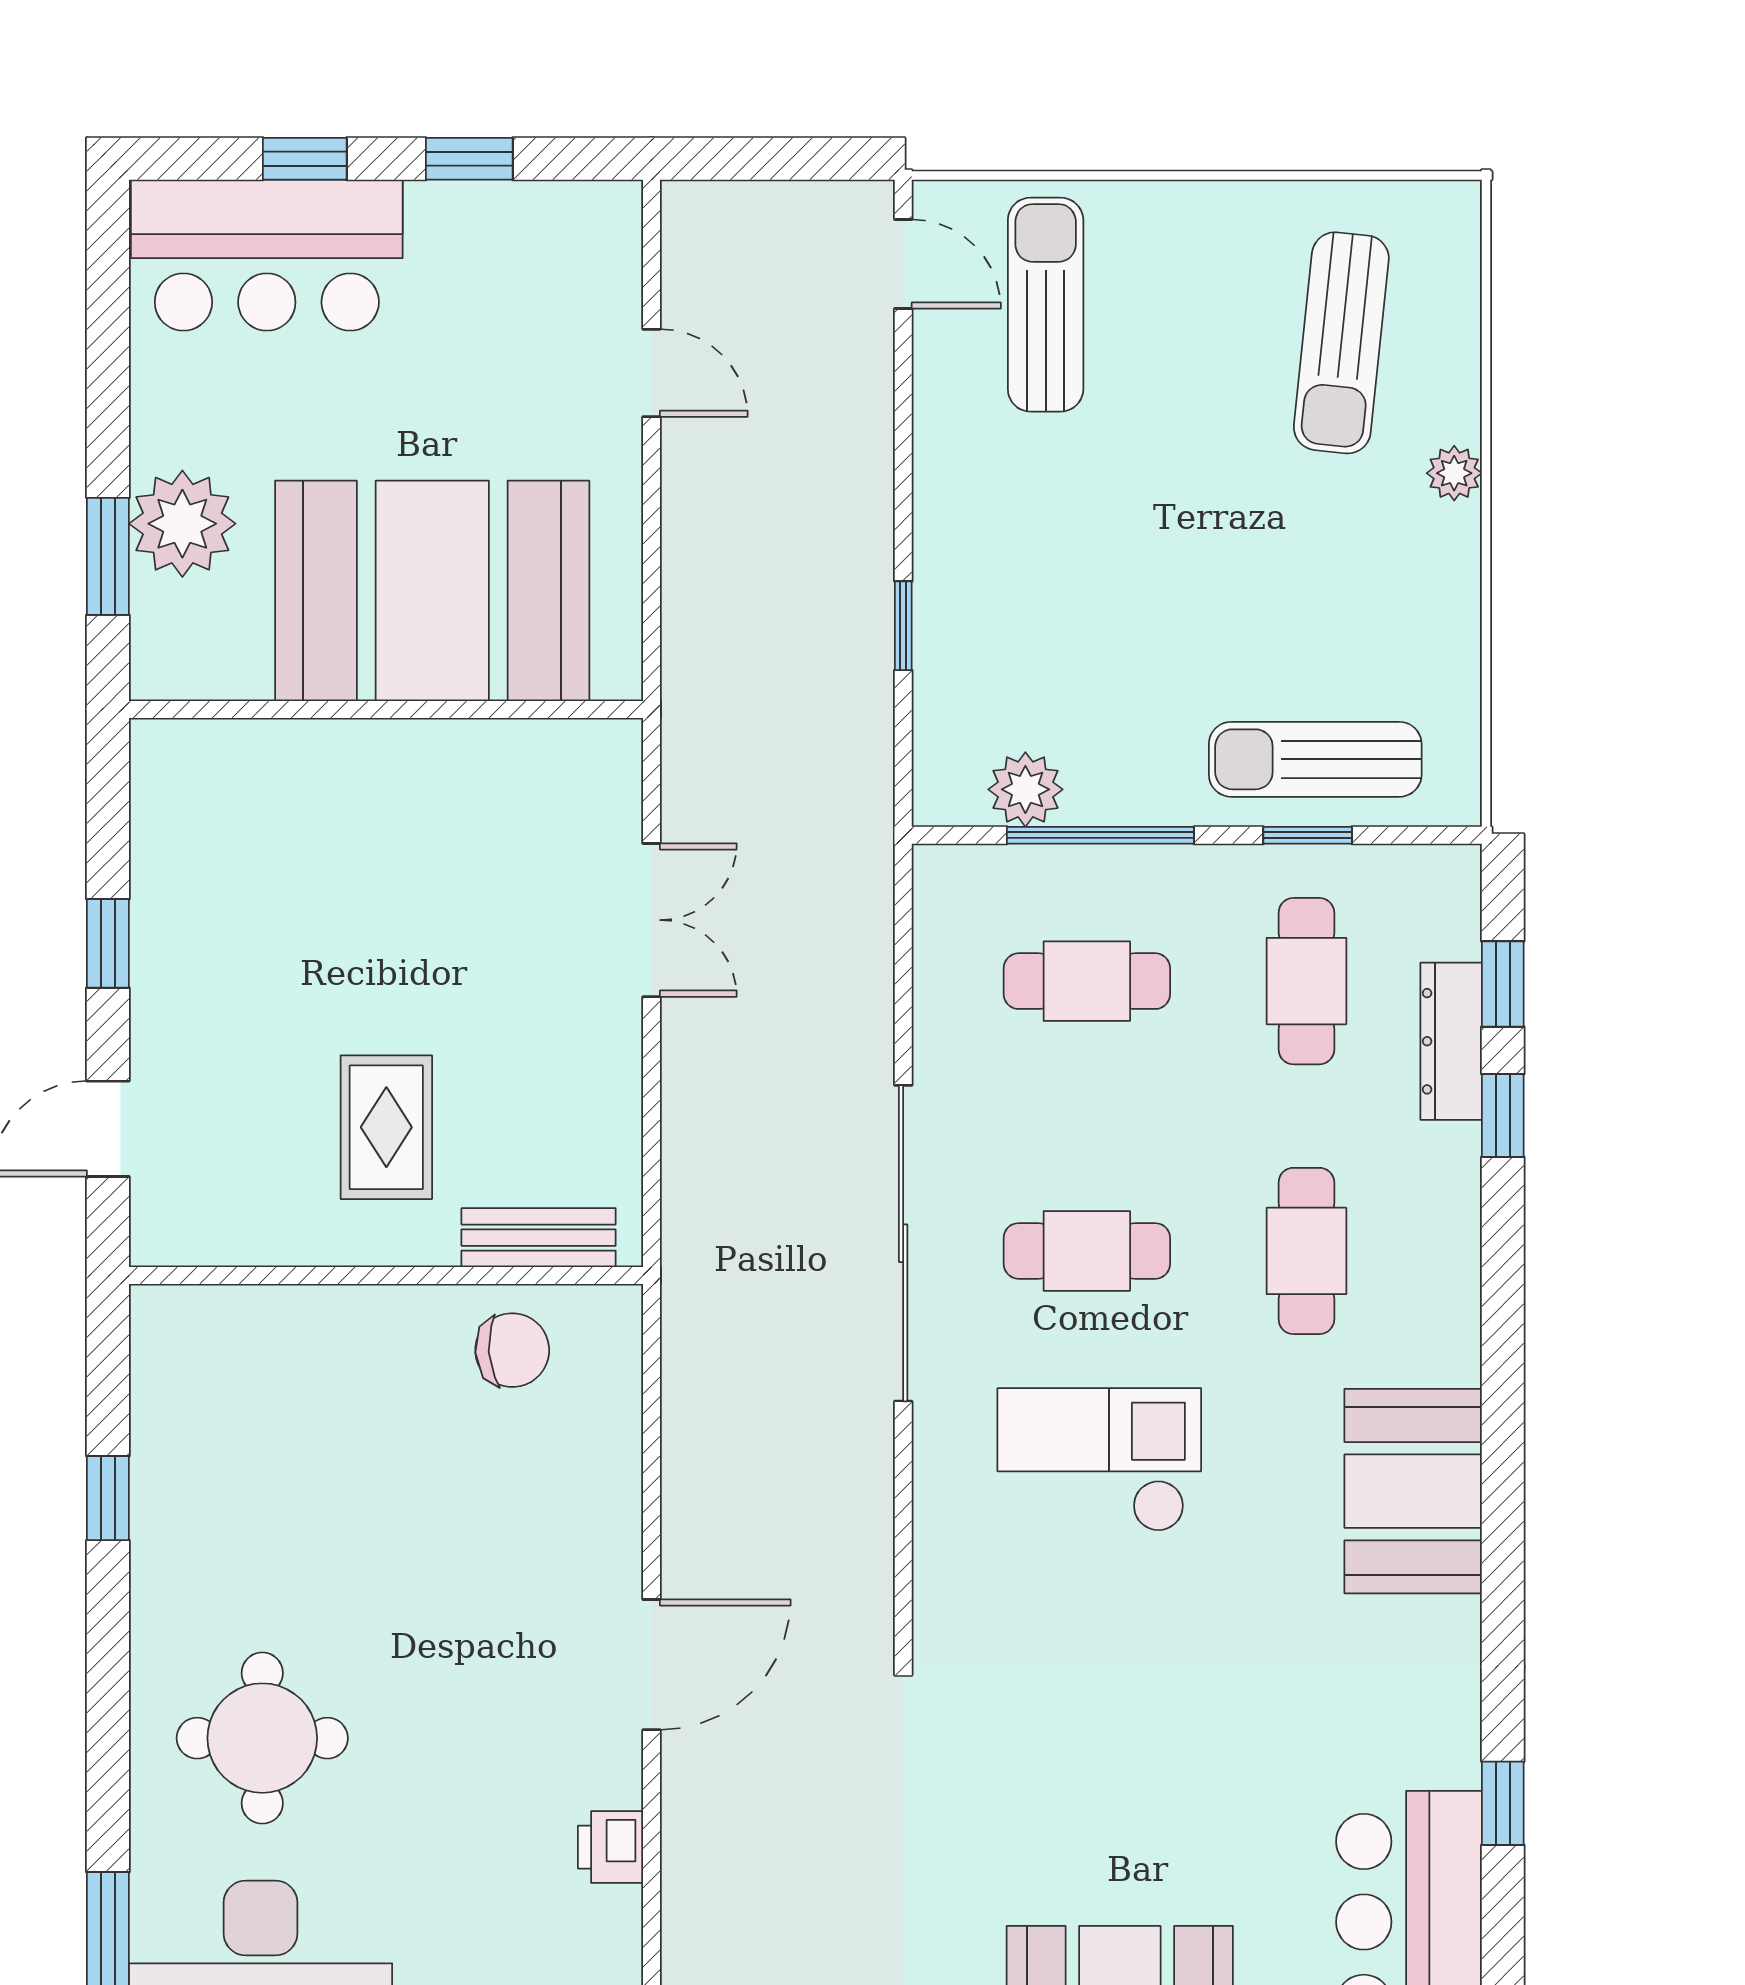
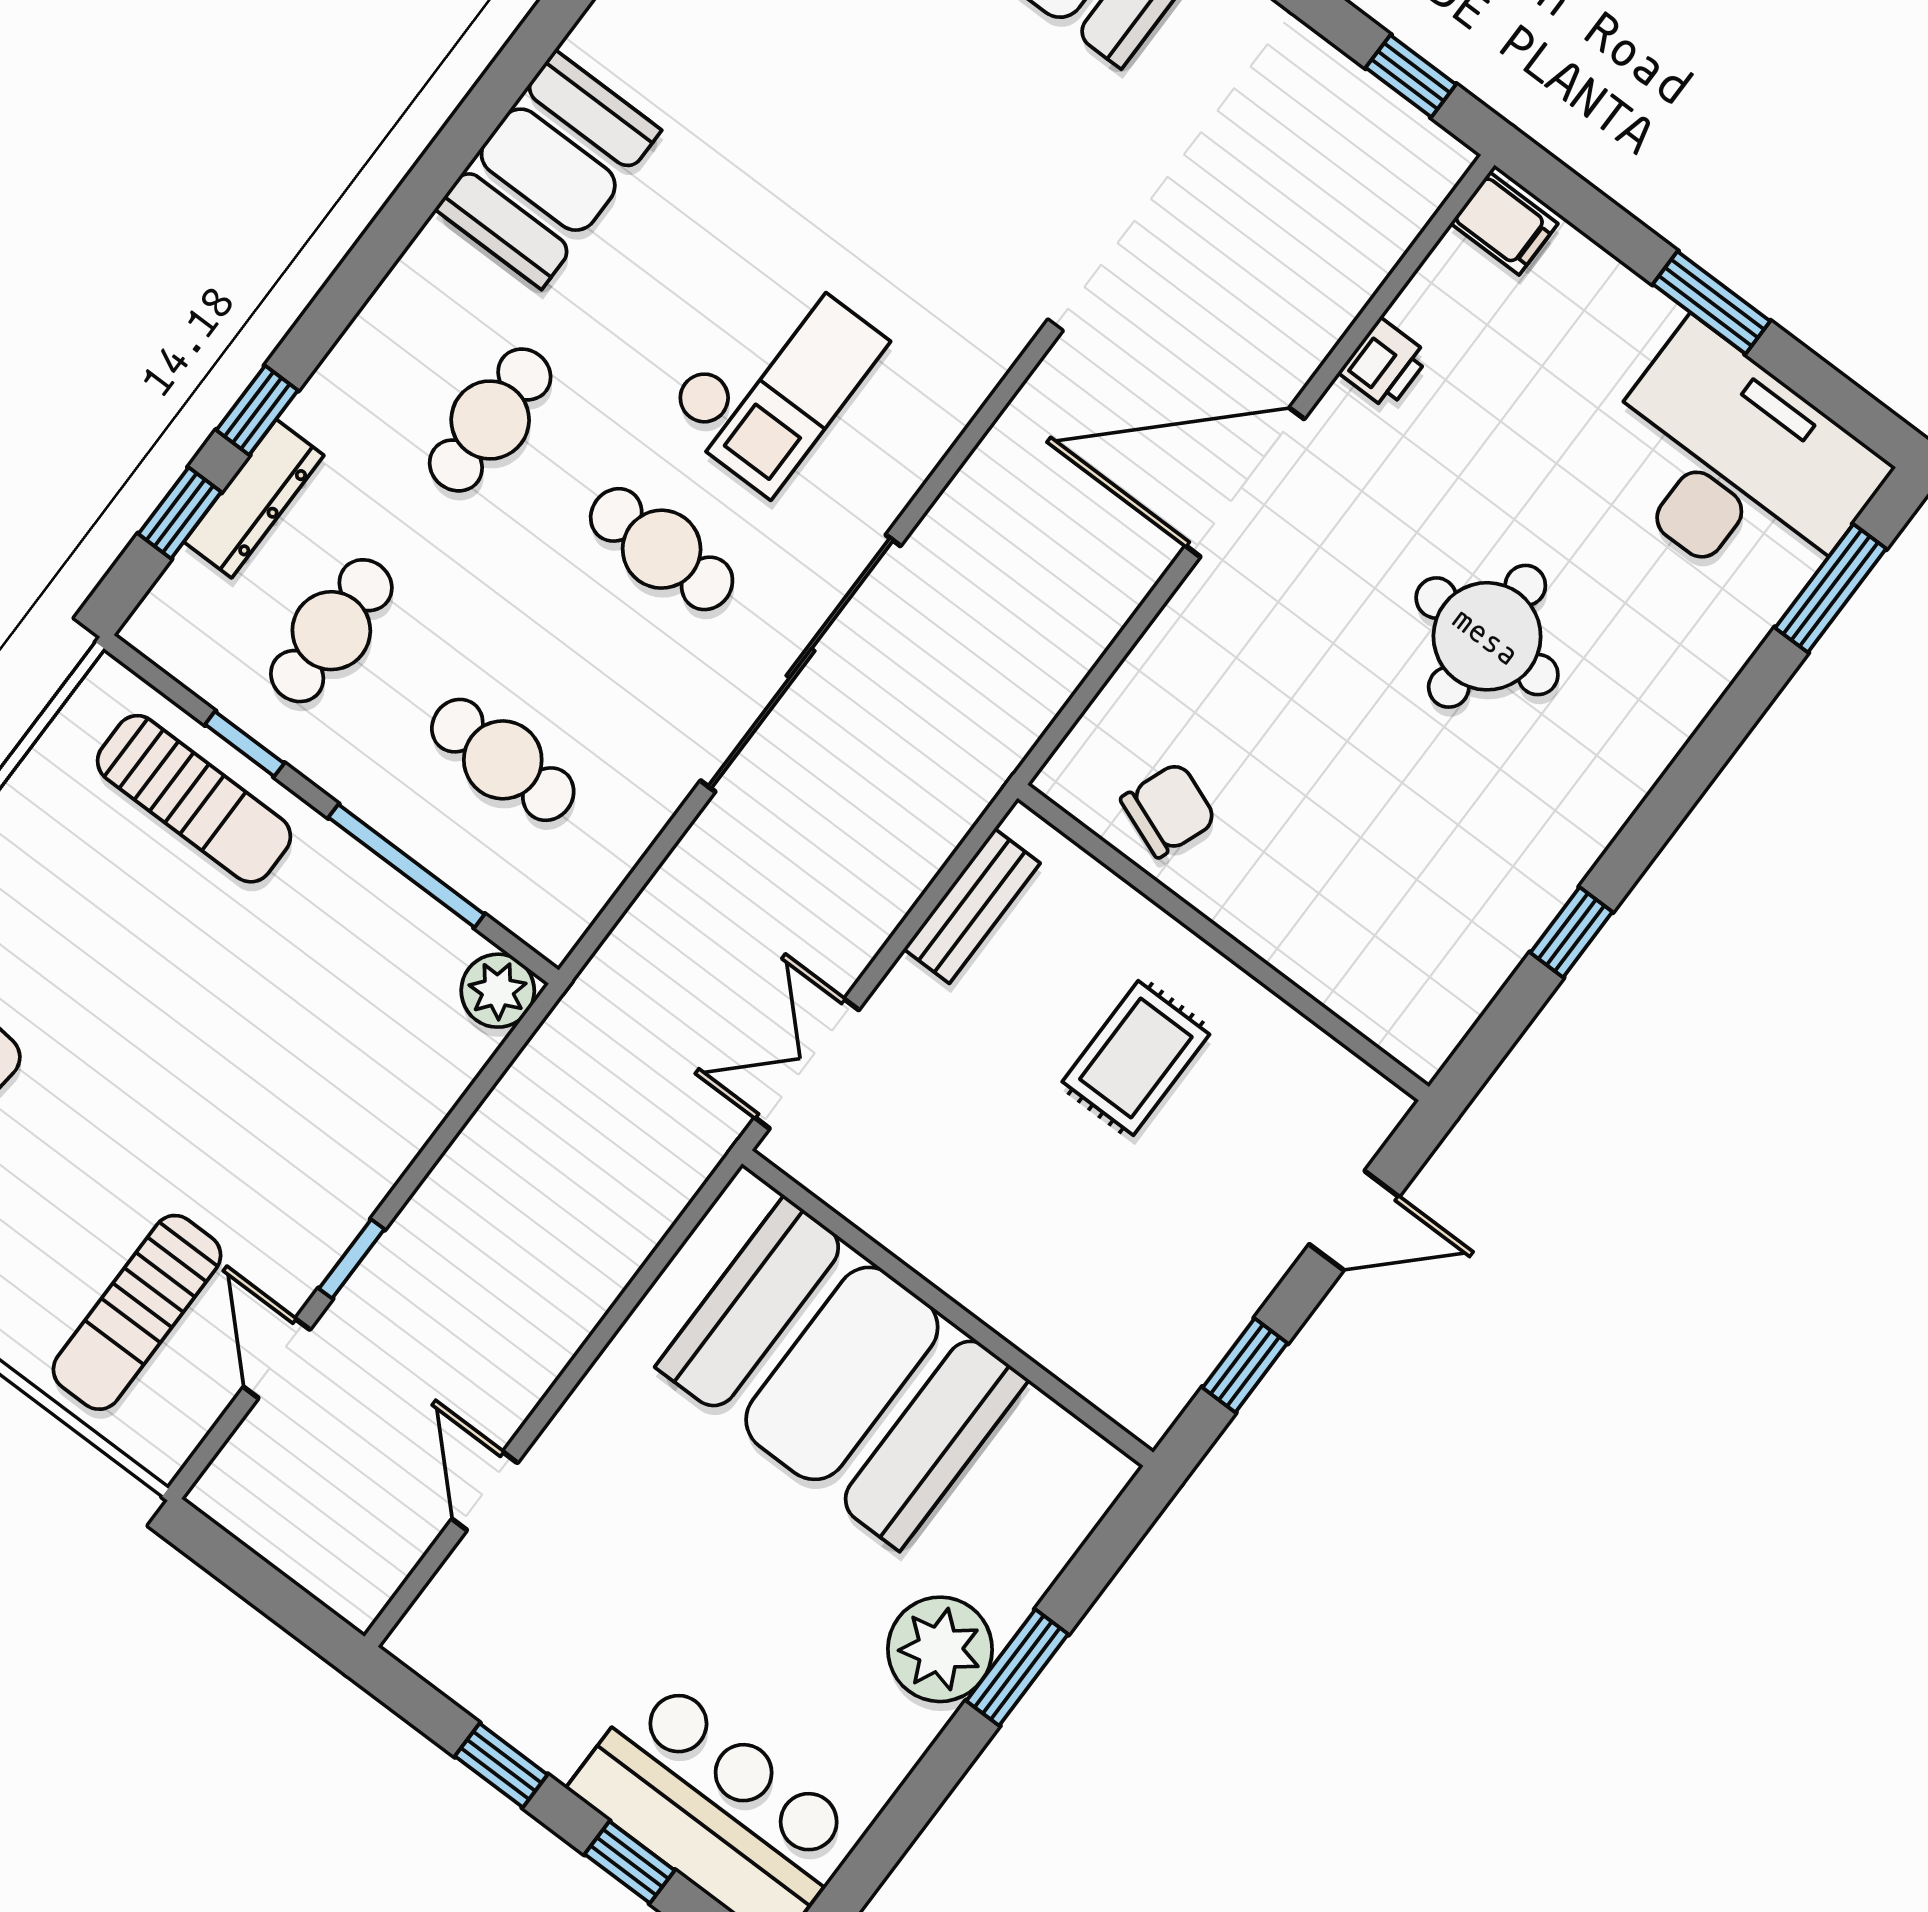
door: (903, 264) -> (277, 1358), moved
booth: (432, 591) -> (842, 1373), moved
window: (903, 626) -> (352, 1259), moved
wall: (386, 709) -> (948, 1308), moved
plant: (1025, 789) -> (498, 991), moved
bench: (539, 1238) -> (972, 906), moved, turned 90
chair: (512, 1350) -> (1169, 810), turned 115
checkout: (1099, 1460) -> (775, 379), turned -90
door: (652, 1665) -> (1245, 482), width x1.36
round table: (262, 1738) -> (1487, 636), moved

